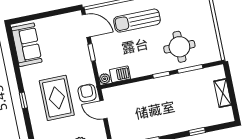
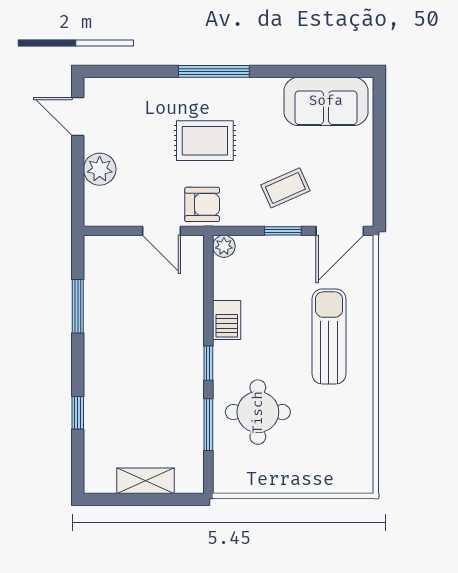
coffee table: (71, 55) -> (285, 188), added
barbecue: (120, 74) -> (227, 320), moved
rug: (57, 98) -> (205, 141), width x0.73, depth x0.70
window: (23, 100) -> (214, 71), width x2.17
door: (103, 110) -> (162, 231), swing flipped

